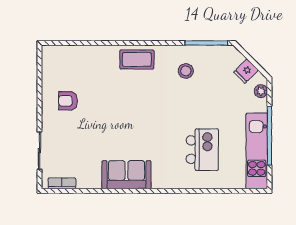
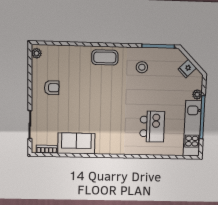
plant: (48, 56) -> (37, 53), added
plant: (261, 91) -> (197, 94), moved
armchair: (68, 101) -> (52, 88), turned 180
sofa: (126, 175) -> (76, 143), moved

